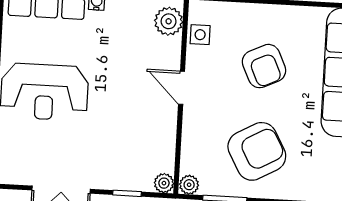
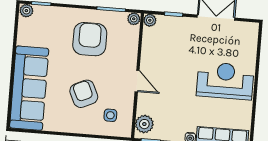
side table: (200, 35) -> (110, 115), moved
armchair: (257, 151) -> (90, 39), turned 119

